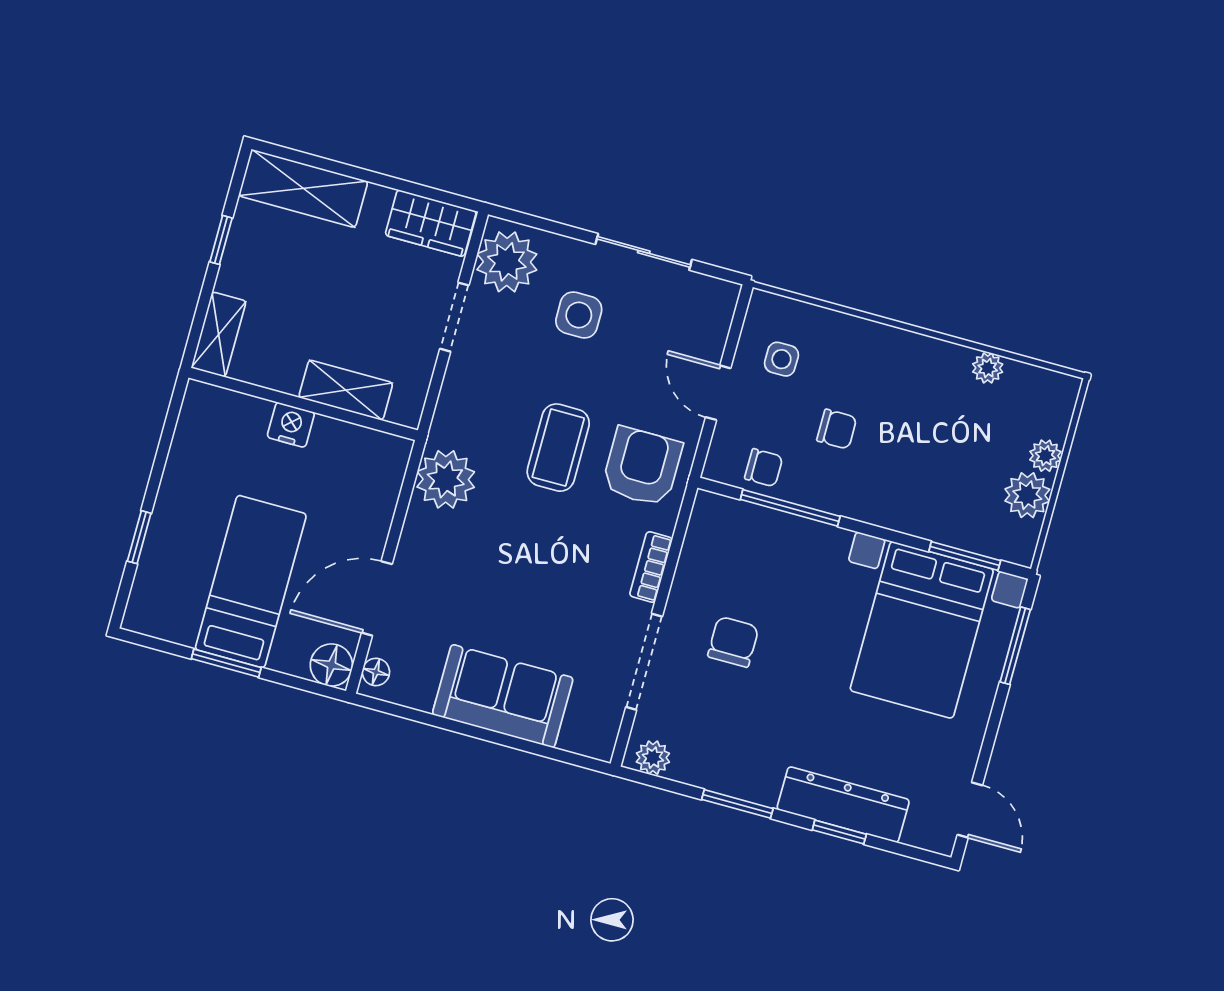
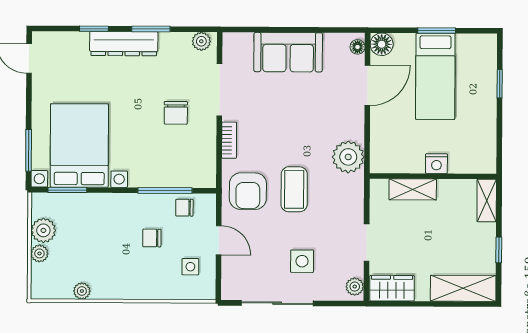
sliding door: (644, 252) -> (277, 303), width x1.37
plant: (507, 262) -> (355, 287), width x0.53, depth x0.53
dresser: (843, 805) -> (124, 44), moved

